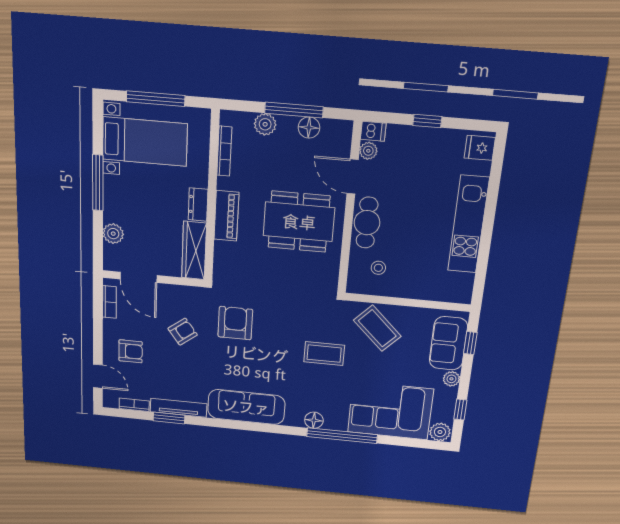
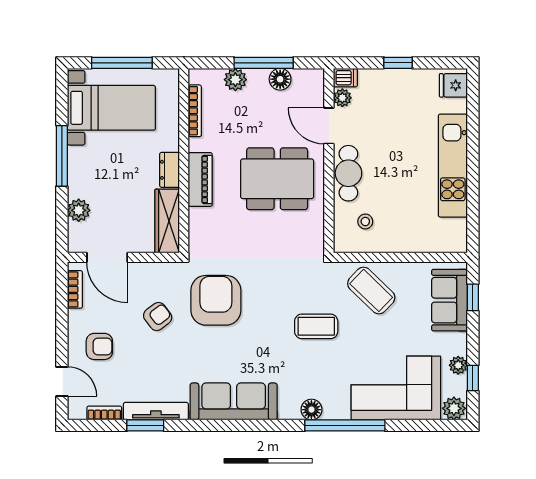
armchair: (235, 323) -> (216, 300), width x1.36, depth x1.36
plant: (451, 379) -> (458, 365), moved

